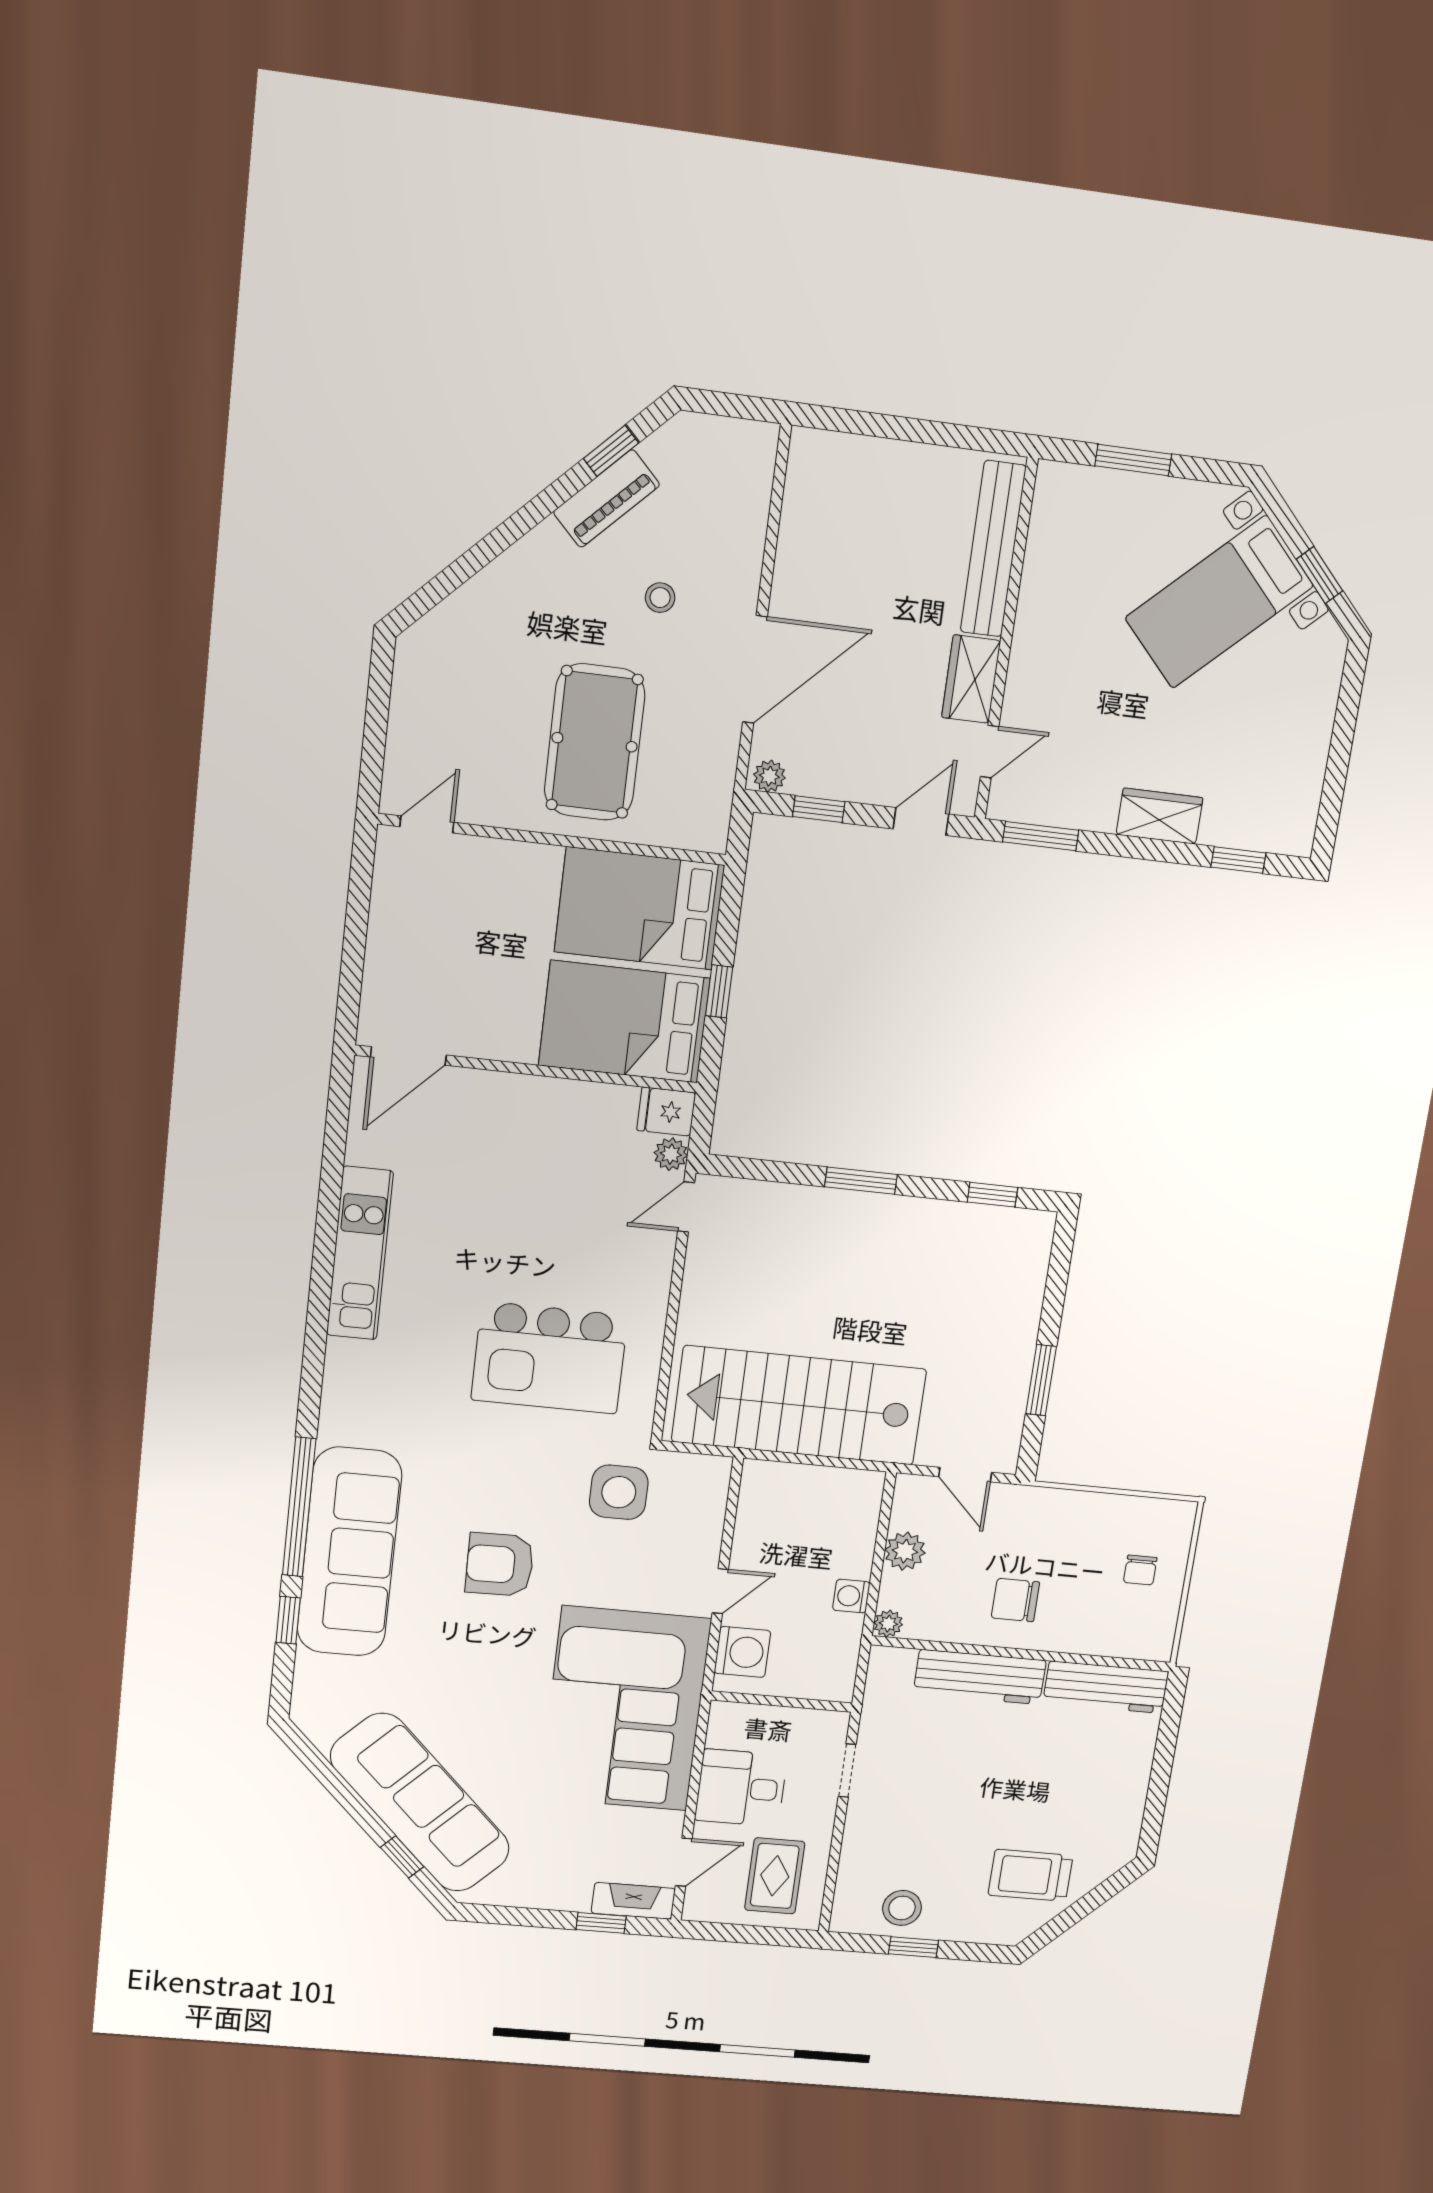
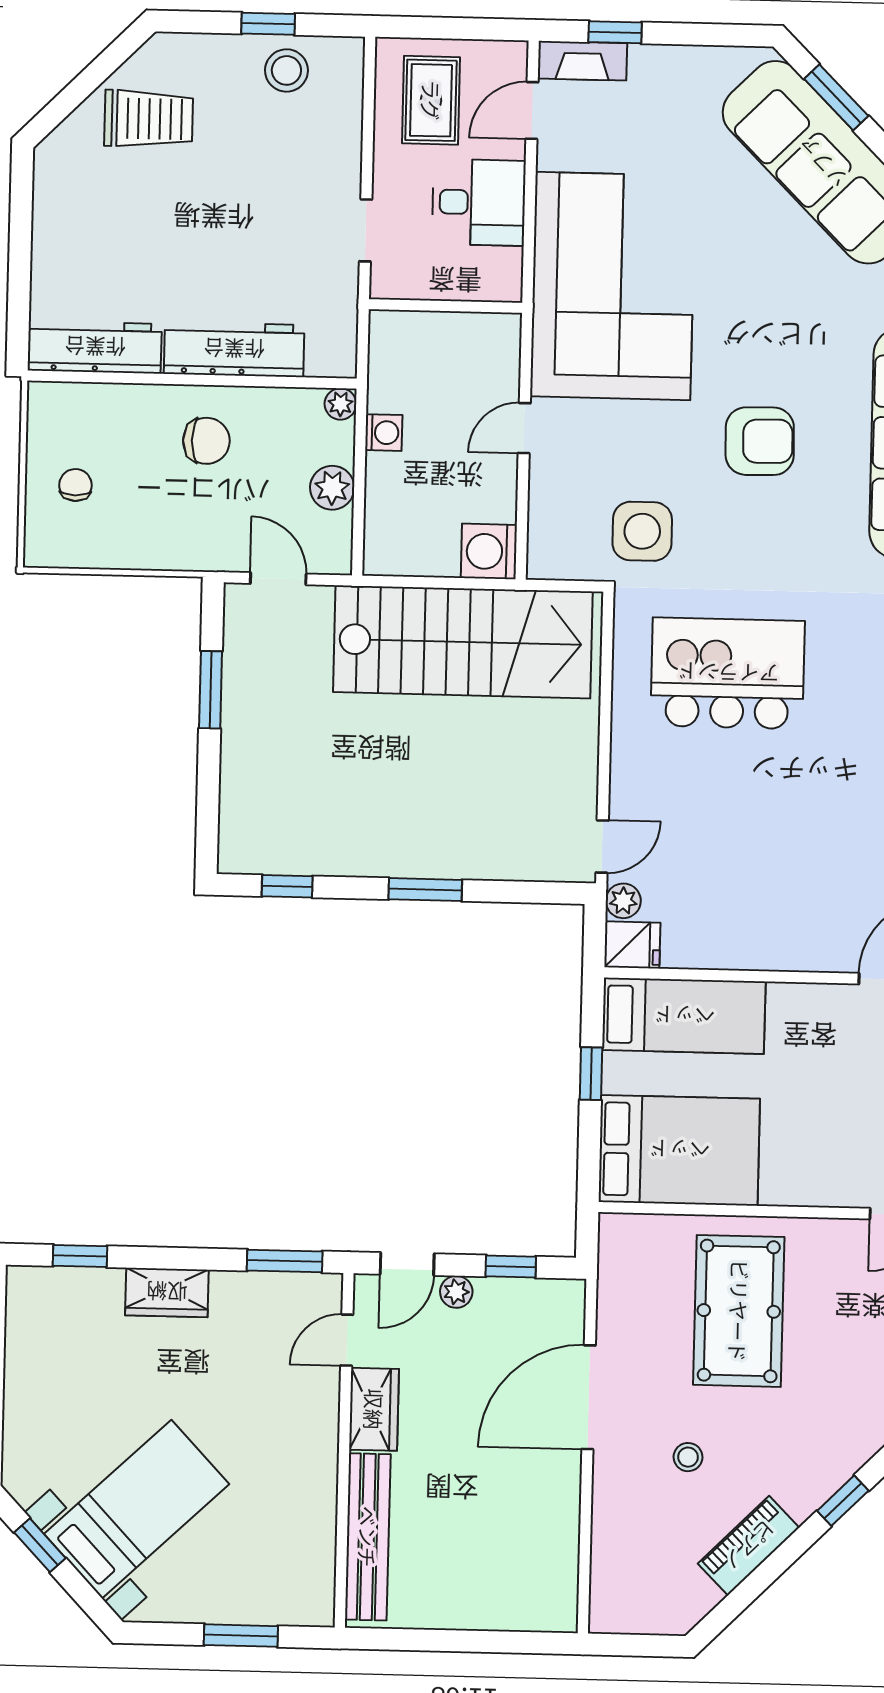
window: (611, 451) -> (843, 1501), moved
plant: (769, 776) -> (456, 1292), moved
bed: (624, 1022) -> (684, 1016), width x0.67
washing machine: (742, 1652) -> (489, 551), moved
window: (402, 1857) -> (836, 97), width x1.50

